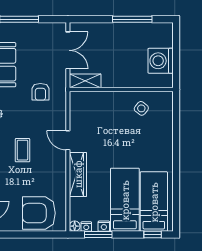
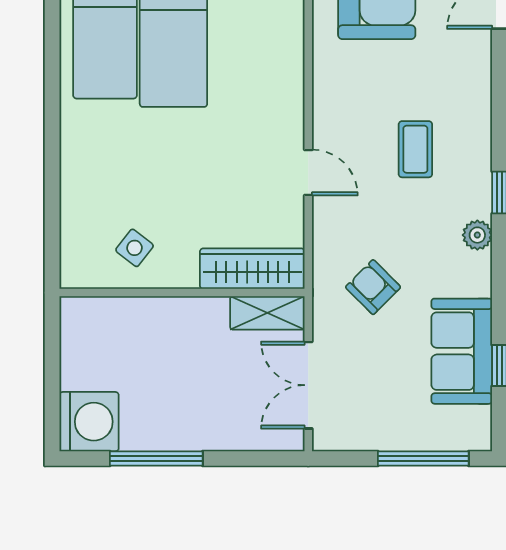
washing machine: (161, 61) -> (89, 422), moved
armchair: (40, 92) -> (373, 287), turned -45
wardrobe: (78, 174) -> (252, 269), moved, turned 90

